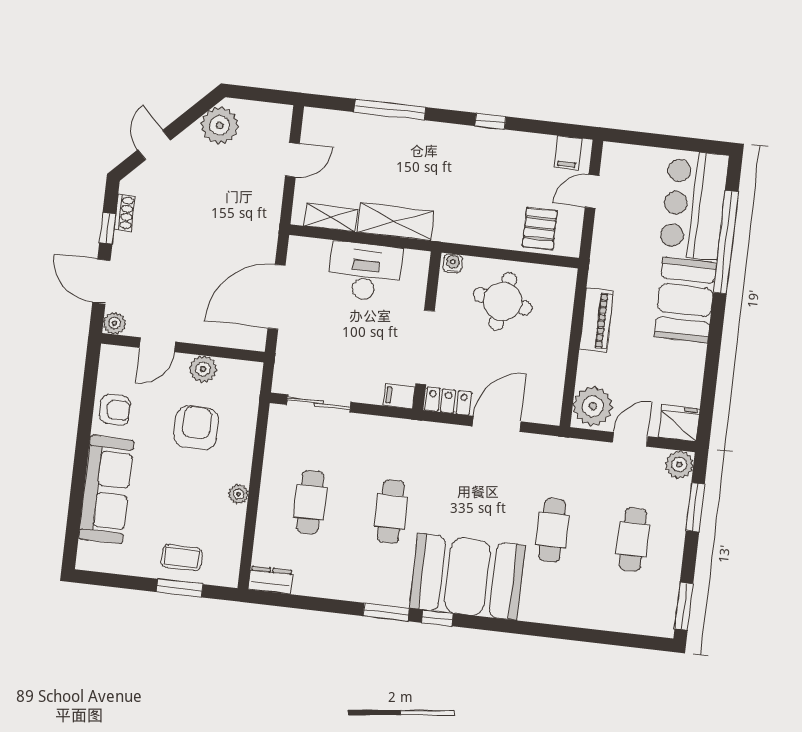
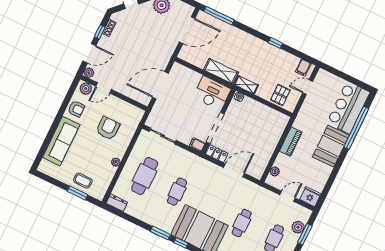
window: (390, 110) -> (219, 16), moved
door: (292, 160) -> (187, 30), width x1.87
shelving: (331, 218) -> (246, 85), moved
desk: (365, 272) -> (212, 93), moved
door: (101, 281) -> (89, 53), swing flipped
round table: (503, 301) -> (254, 120), removed
plant: (203, 369) -> (86, 89), moved
plant: (593, 406) -> (275, 171), width x0.53, depth x0.53
plant: (679, 465) -> (298, 227), moved
cafe table: (310, 502) -> (145, 176), width x1.37, depth x1.35

